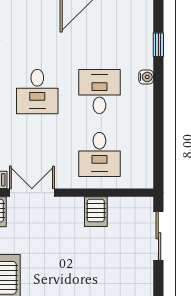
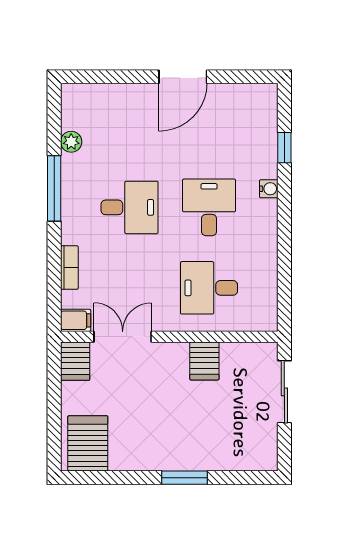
desk: (37, 92) -> (130, 207), turned -90
desk: (99, 154) -> (209, 288), turned 90

